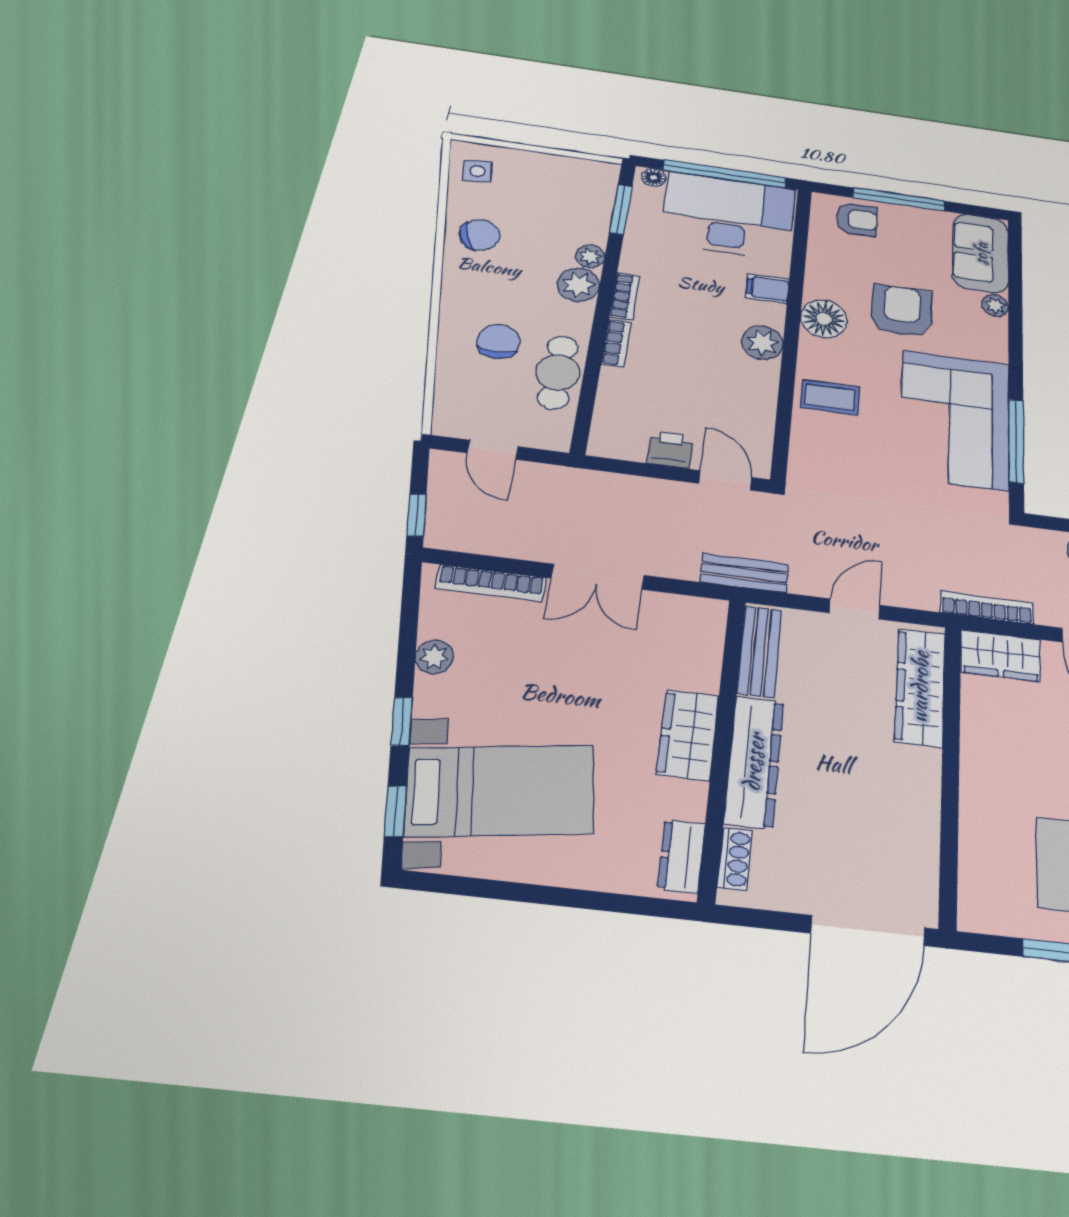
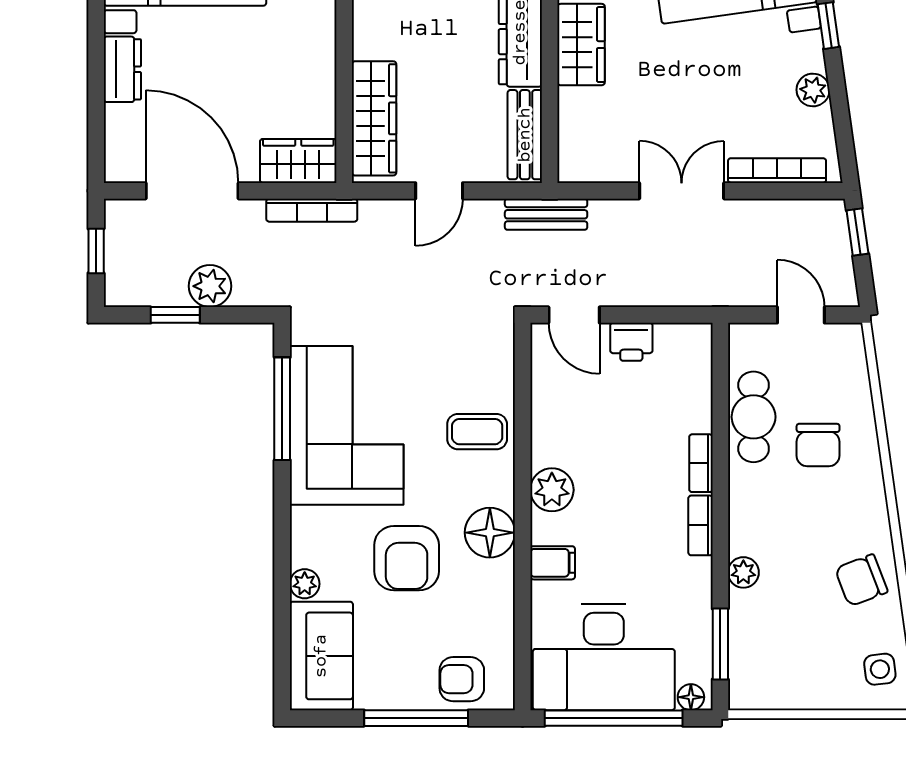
plant: (578, 285) -> (750, 532), removed

